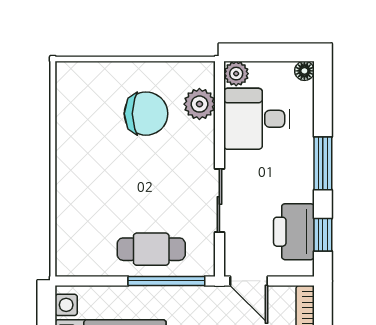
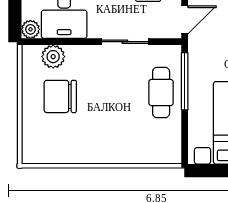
chair: (146, 114) -> (60, 96), turned -90

